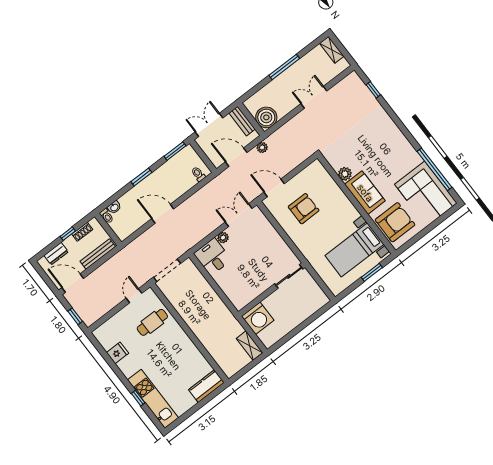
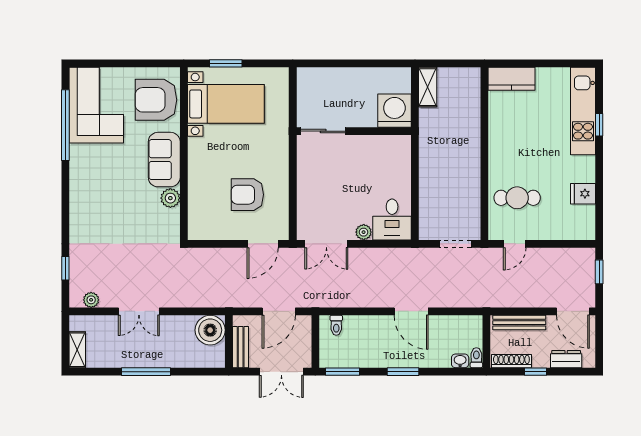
plant: (262, 147) -> (91, 300), moved
door: (236, 157) -> (279, 311), hinge flipped
door: (274, 188) -> (263, 244), hinge flipped
shoe rack: (82, 232) -> (511, 361), width x1.43
doorway: (167, 270) -> (455, 244), width x0.73

